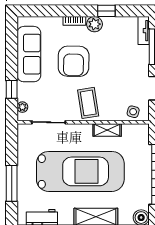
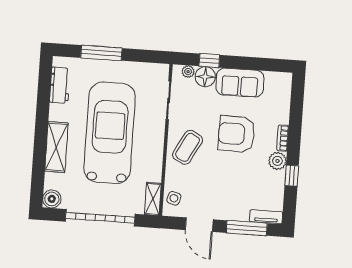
sofa: (29, 54) -> (240, 83), width x0.73
floor lamp: (26, 92) -> (205, 77), added
coffee table: (88, 103) -> (188, 147), turned -53
shelving: (107, 130) -> (153, 199), moved
car: (80, 171) -> (110, 133), turned 180

